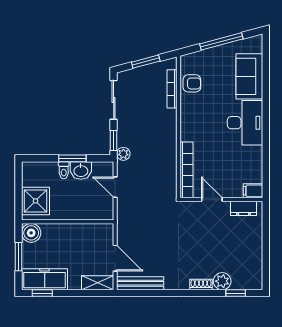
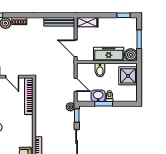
bidet: (78, 210) -> (100, 70), added
door: (115, 258) -> (76, 48), moved
freezer: (45, 279) -> (109, 54), moved, turned 180

